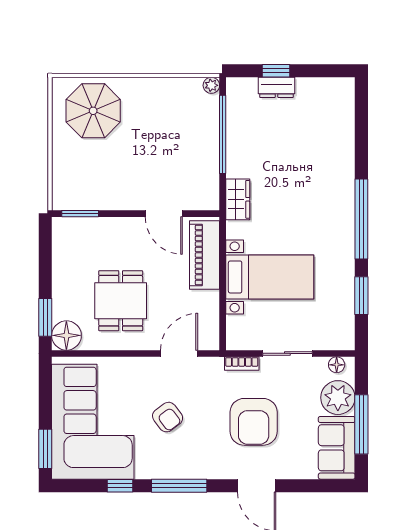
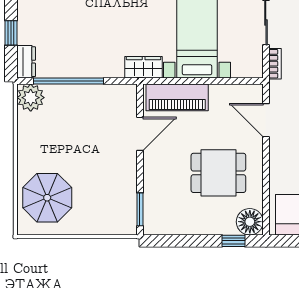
plant: (211, 85) -> (31, 98), width x1.88, depth x1.88
dresser: (277, 87) -> (26, 62), moved
wardrobe: (238, 199) -> (144, 67), moved
window: (45, 317) -> (234, 241), width x0.67

